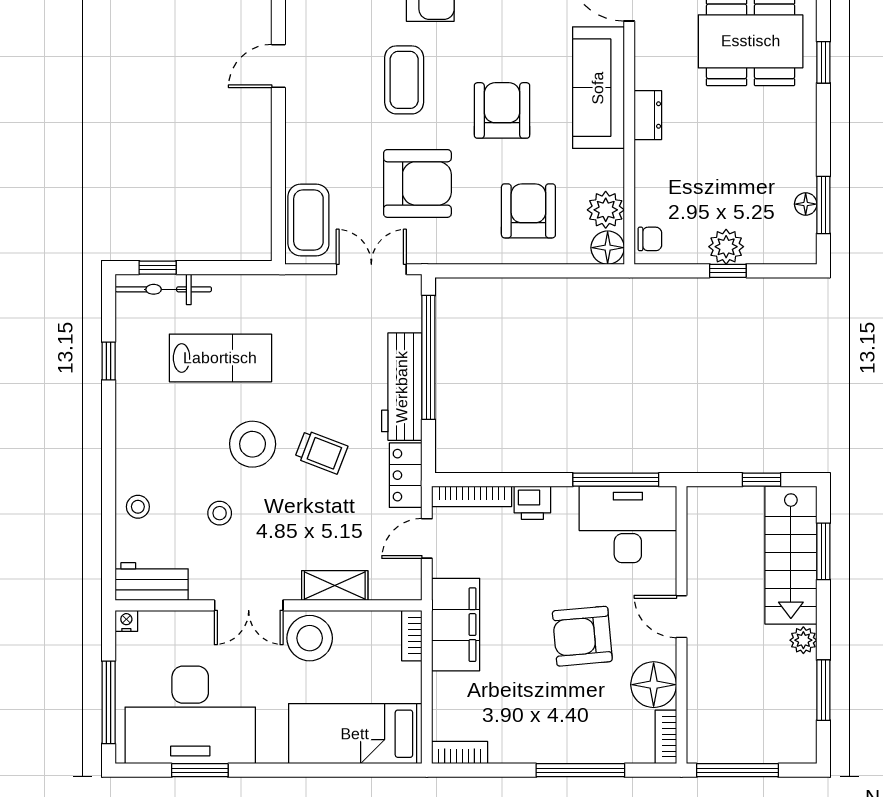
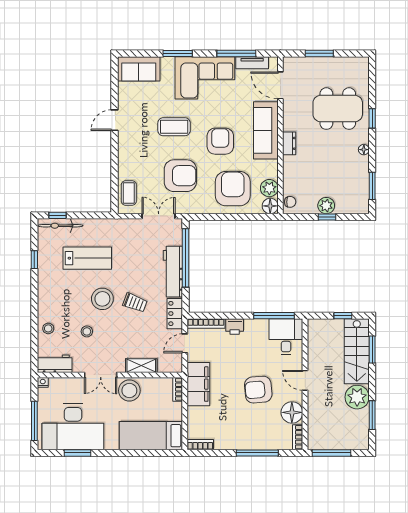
coffee table: (404, 80) -> (174, 127), turned 90
floor lamp: (806, 204) -> (364, 150), moved
armchair: (528, 211) -> (233, 189), width x1.36, depth x1.36
coffee table: (308, 220) -> (129, 193), width x0.73, depth x0.77
desk: (628, 524) -> (286, 337), width x0.73
plant: (803, 640) -> (357, 397), width x1.88, depth x1.88

